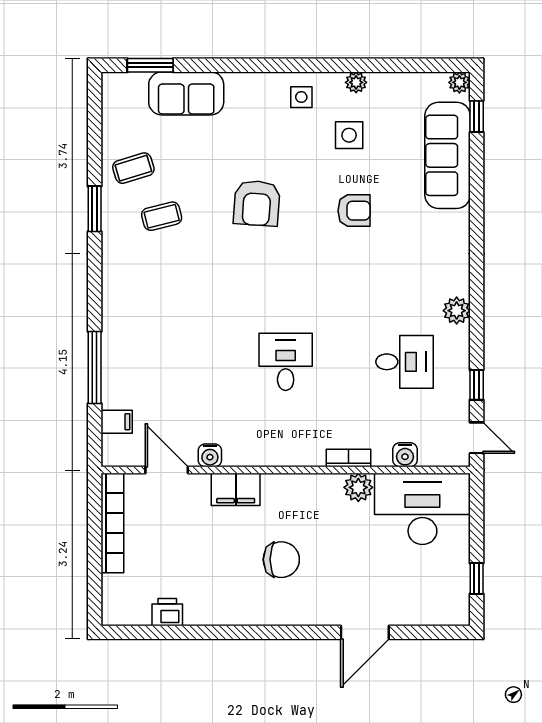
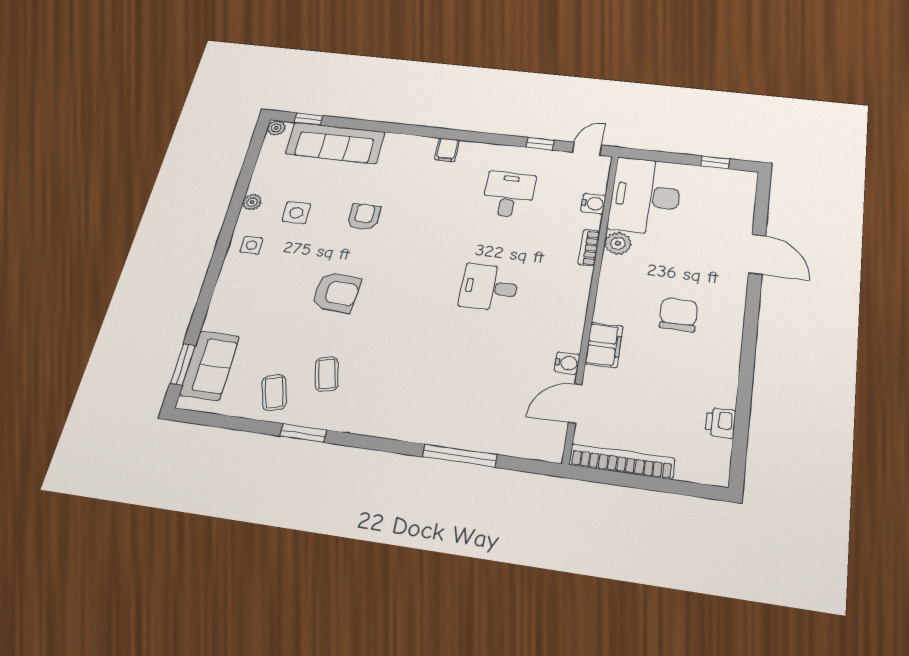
sofa: (186, 93) -> (210, 365), moved
plant: (457, 311) -> (471, 151), removed
filing cabinet: (117, 422) -> (447, 150), moved, turned 180

